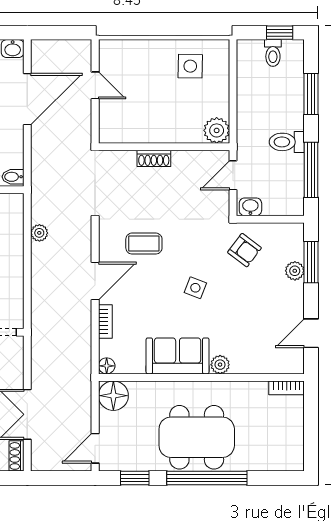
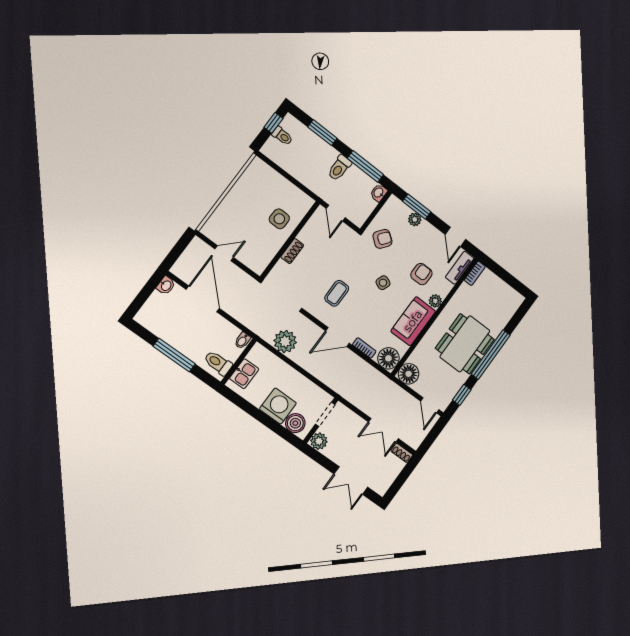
side table: (190, 66) -> (279, 219), moved
plant: (217, 130) -> (303, 203), removed
washbasin: (250, 207) -> (379, 193), moved
plant: (39, 233) -> (285, 341), width x1.88, depth x1.88
door: (95, 281) -> (337, 337), swing flipped
armchair: (239, 325) -> (421, 274), added
tv unit: (279, 365) -> (460, 268), added
floor lamp: (107, 366) -> (388, 358), width x1.89, depth x1.89

